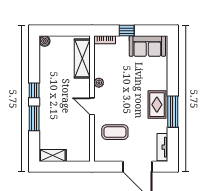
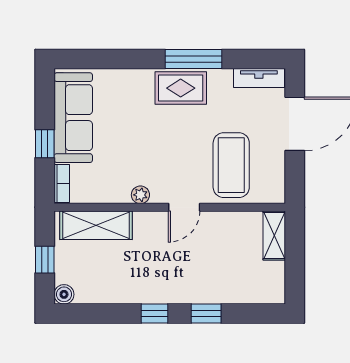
window: (64, 31) -> (45, 260), added
sofa: (147, 46) -> (73, 118), width x1.36
window: (34, 118) -> (206, 314), width x0.67
coffee table: (115, 132) -> (231, 165), width x1.36, depth x1.32
shelving: (53, 156) -> (274, 235), moved

